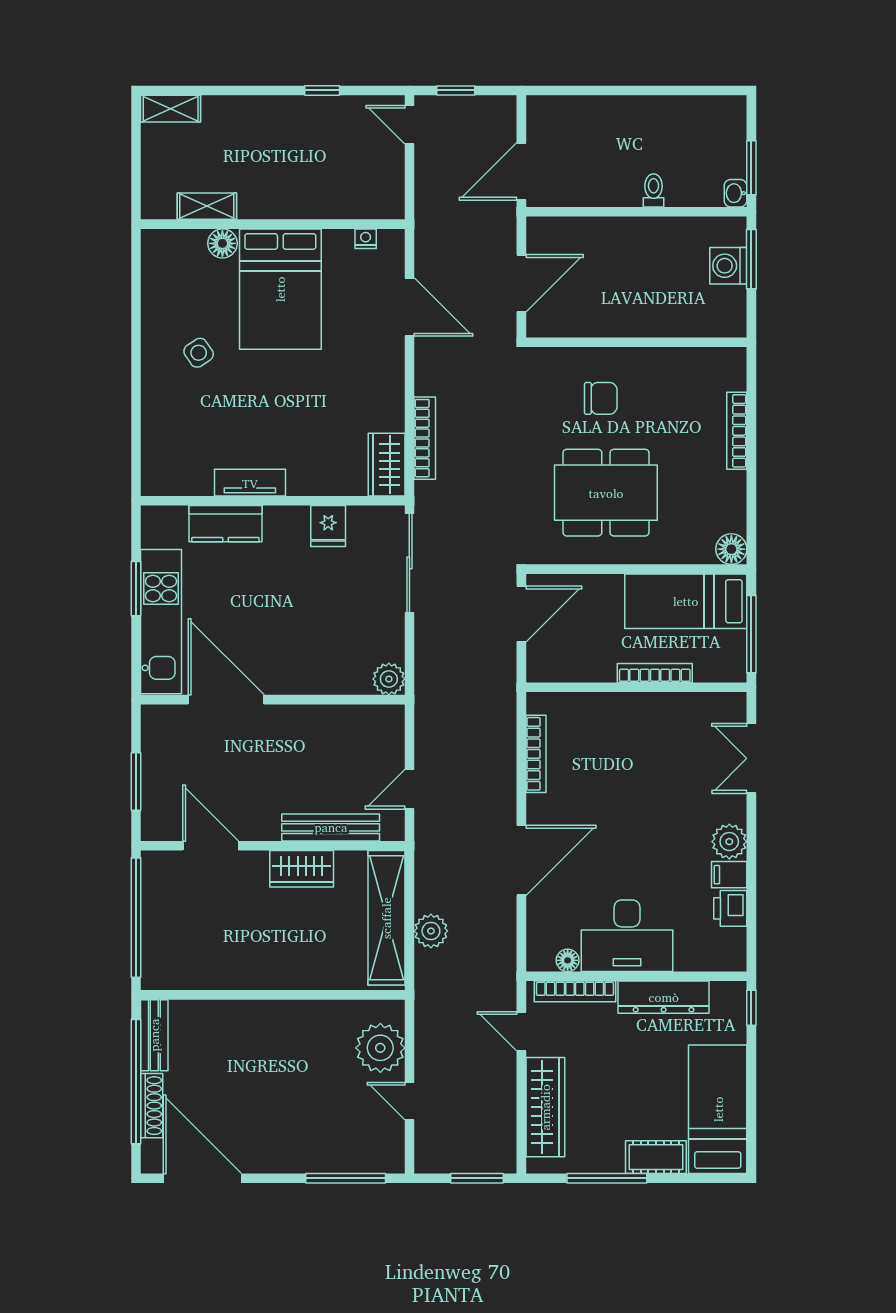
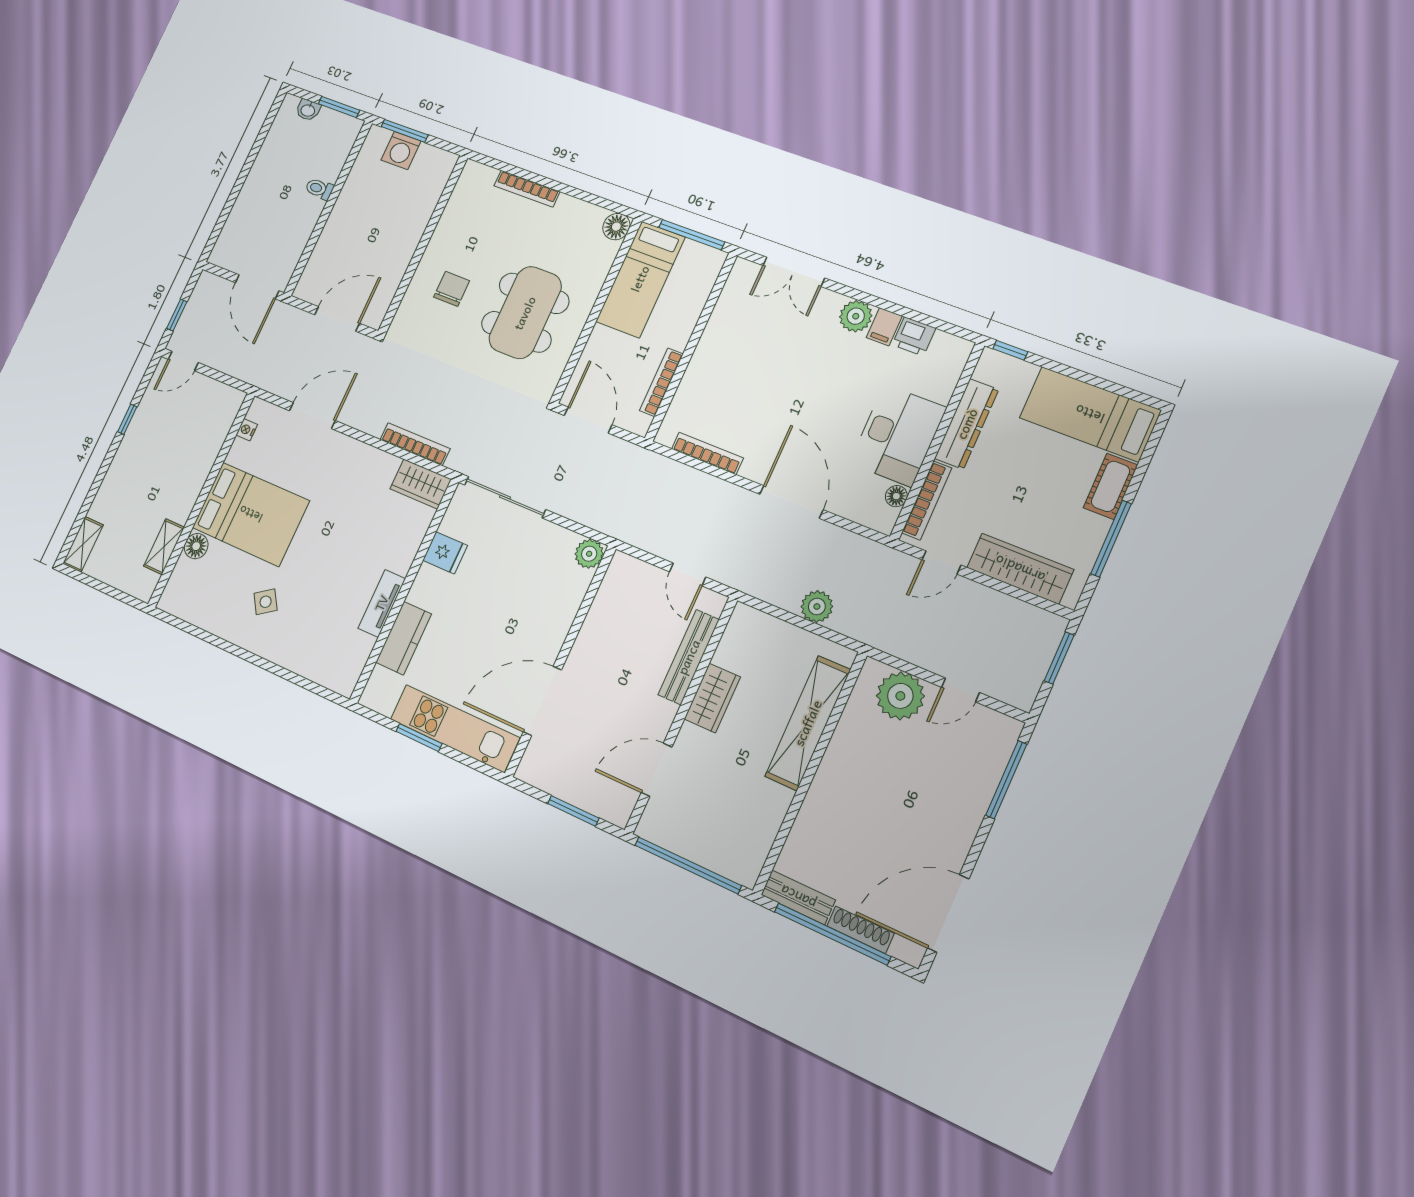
washbasin: (735, 193) -> (308, 110), moved
door: (521, 283) -> (337, 319), hinge flipped
bookcase: (655, 673) -> (661, 382), moved
shelving: (386, 918) -> (808, 723), moved, turned 90

